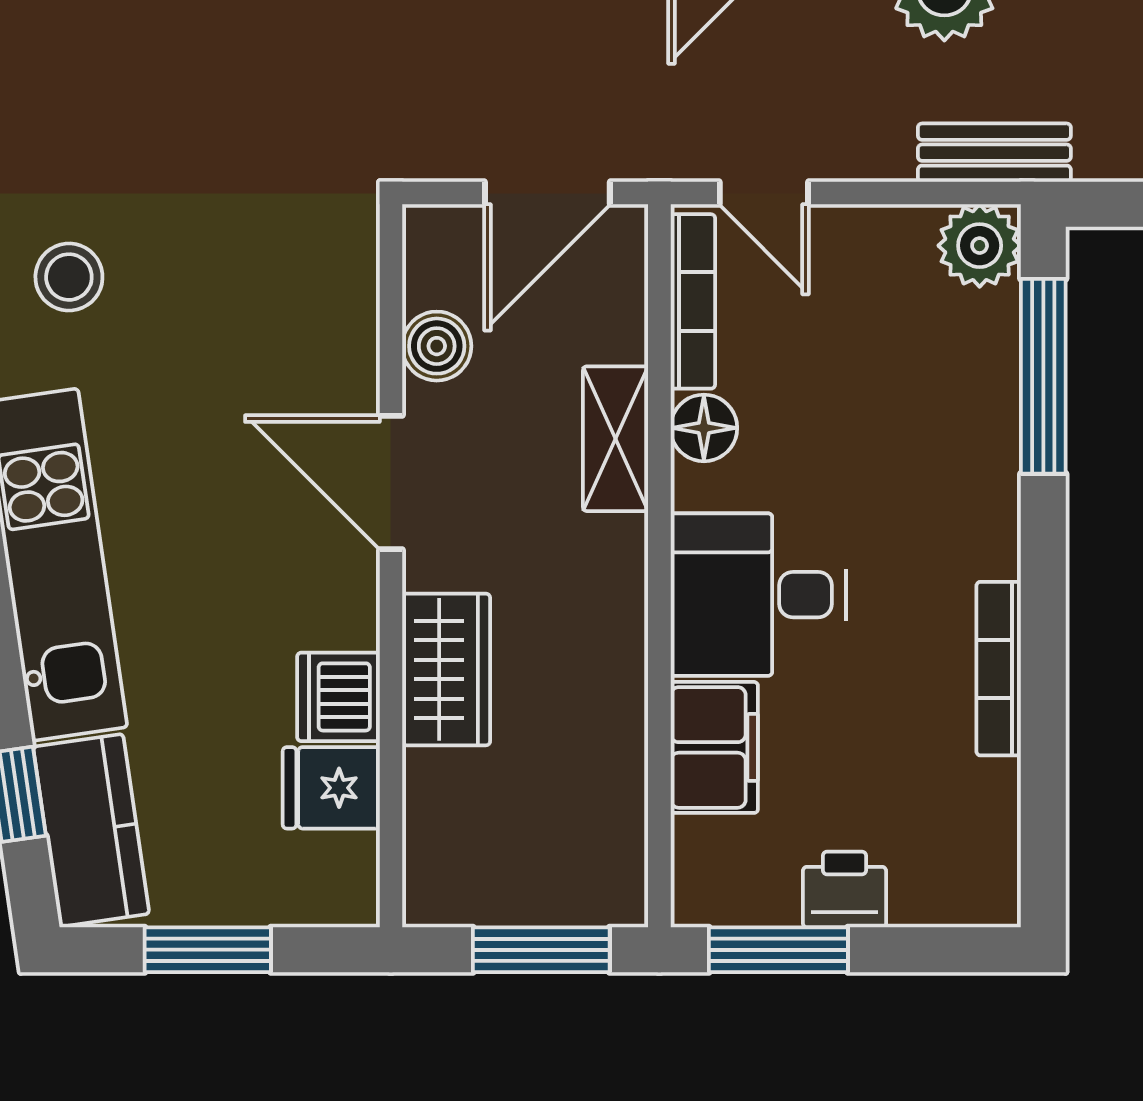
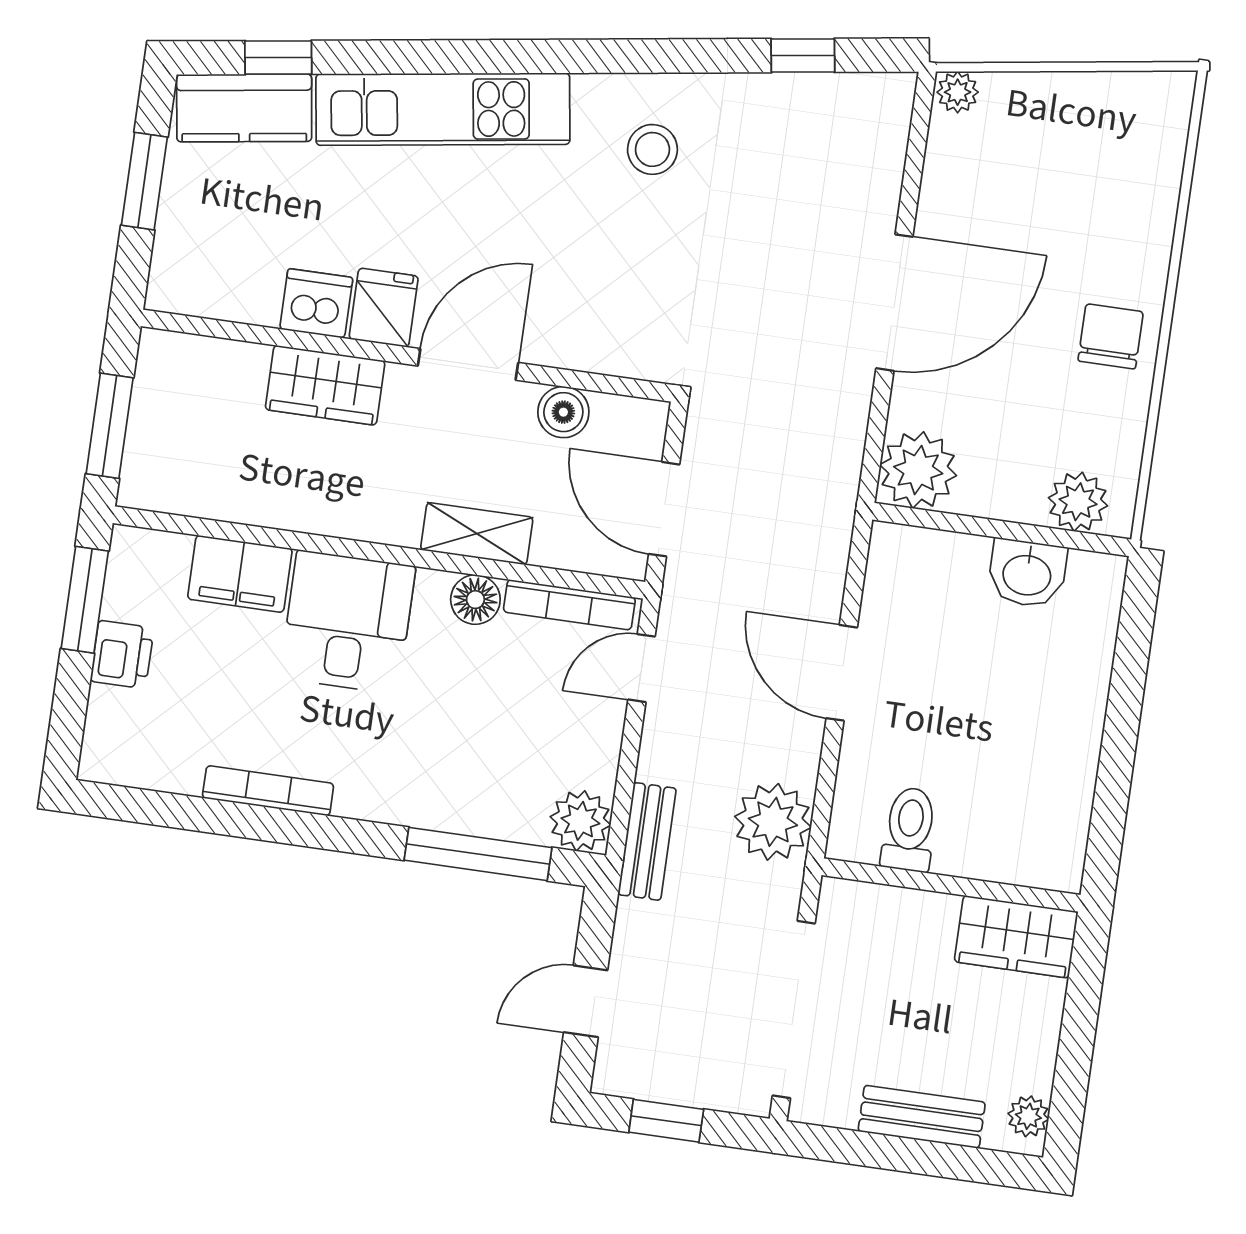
fridge: (331, 788) -> (384, 308), moved

